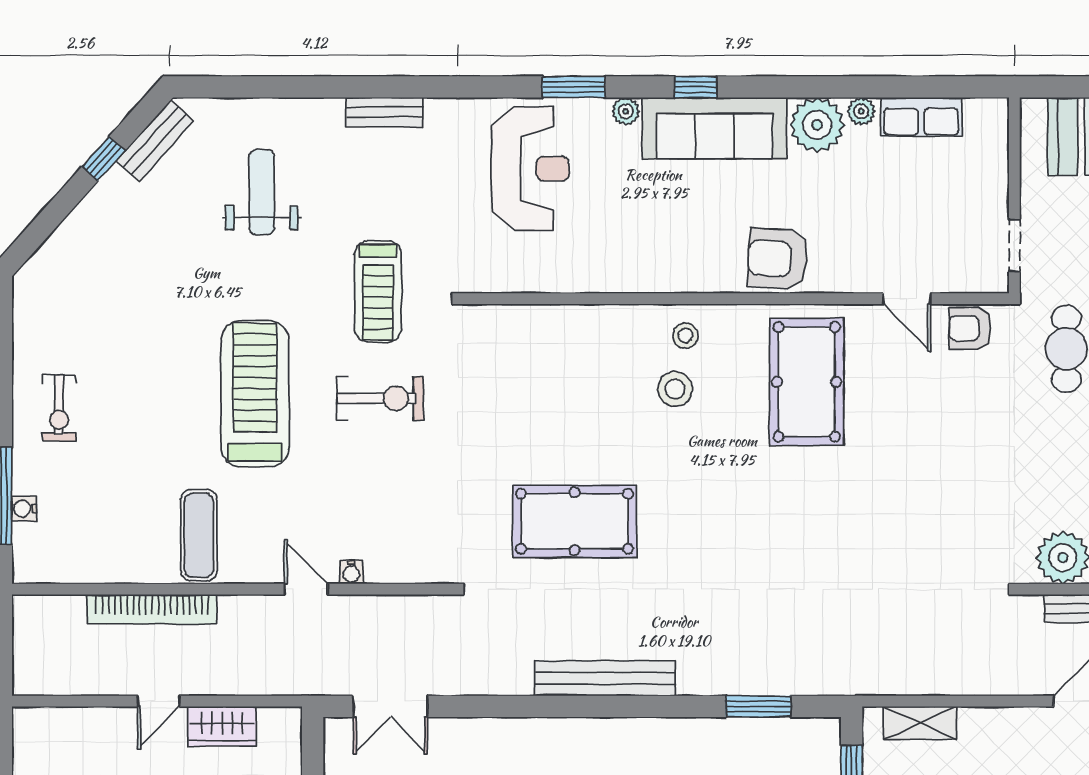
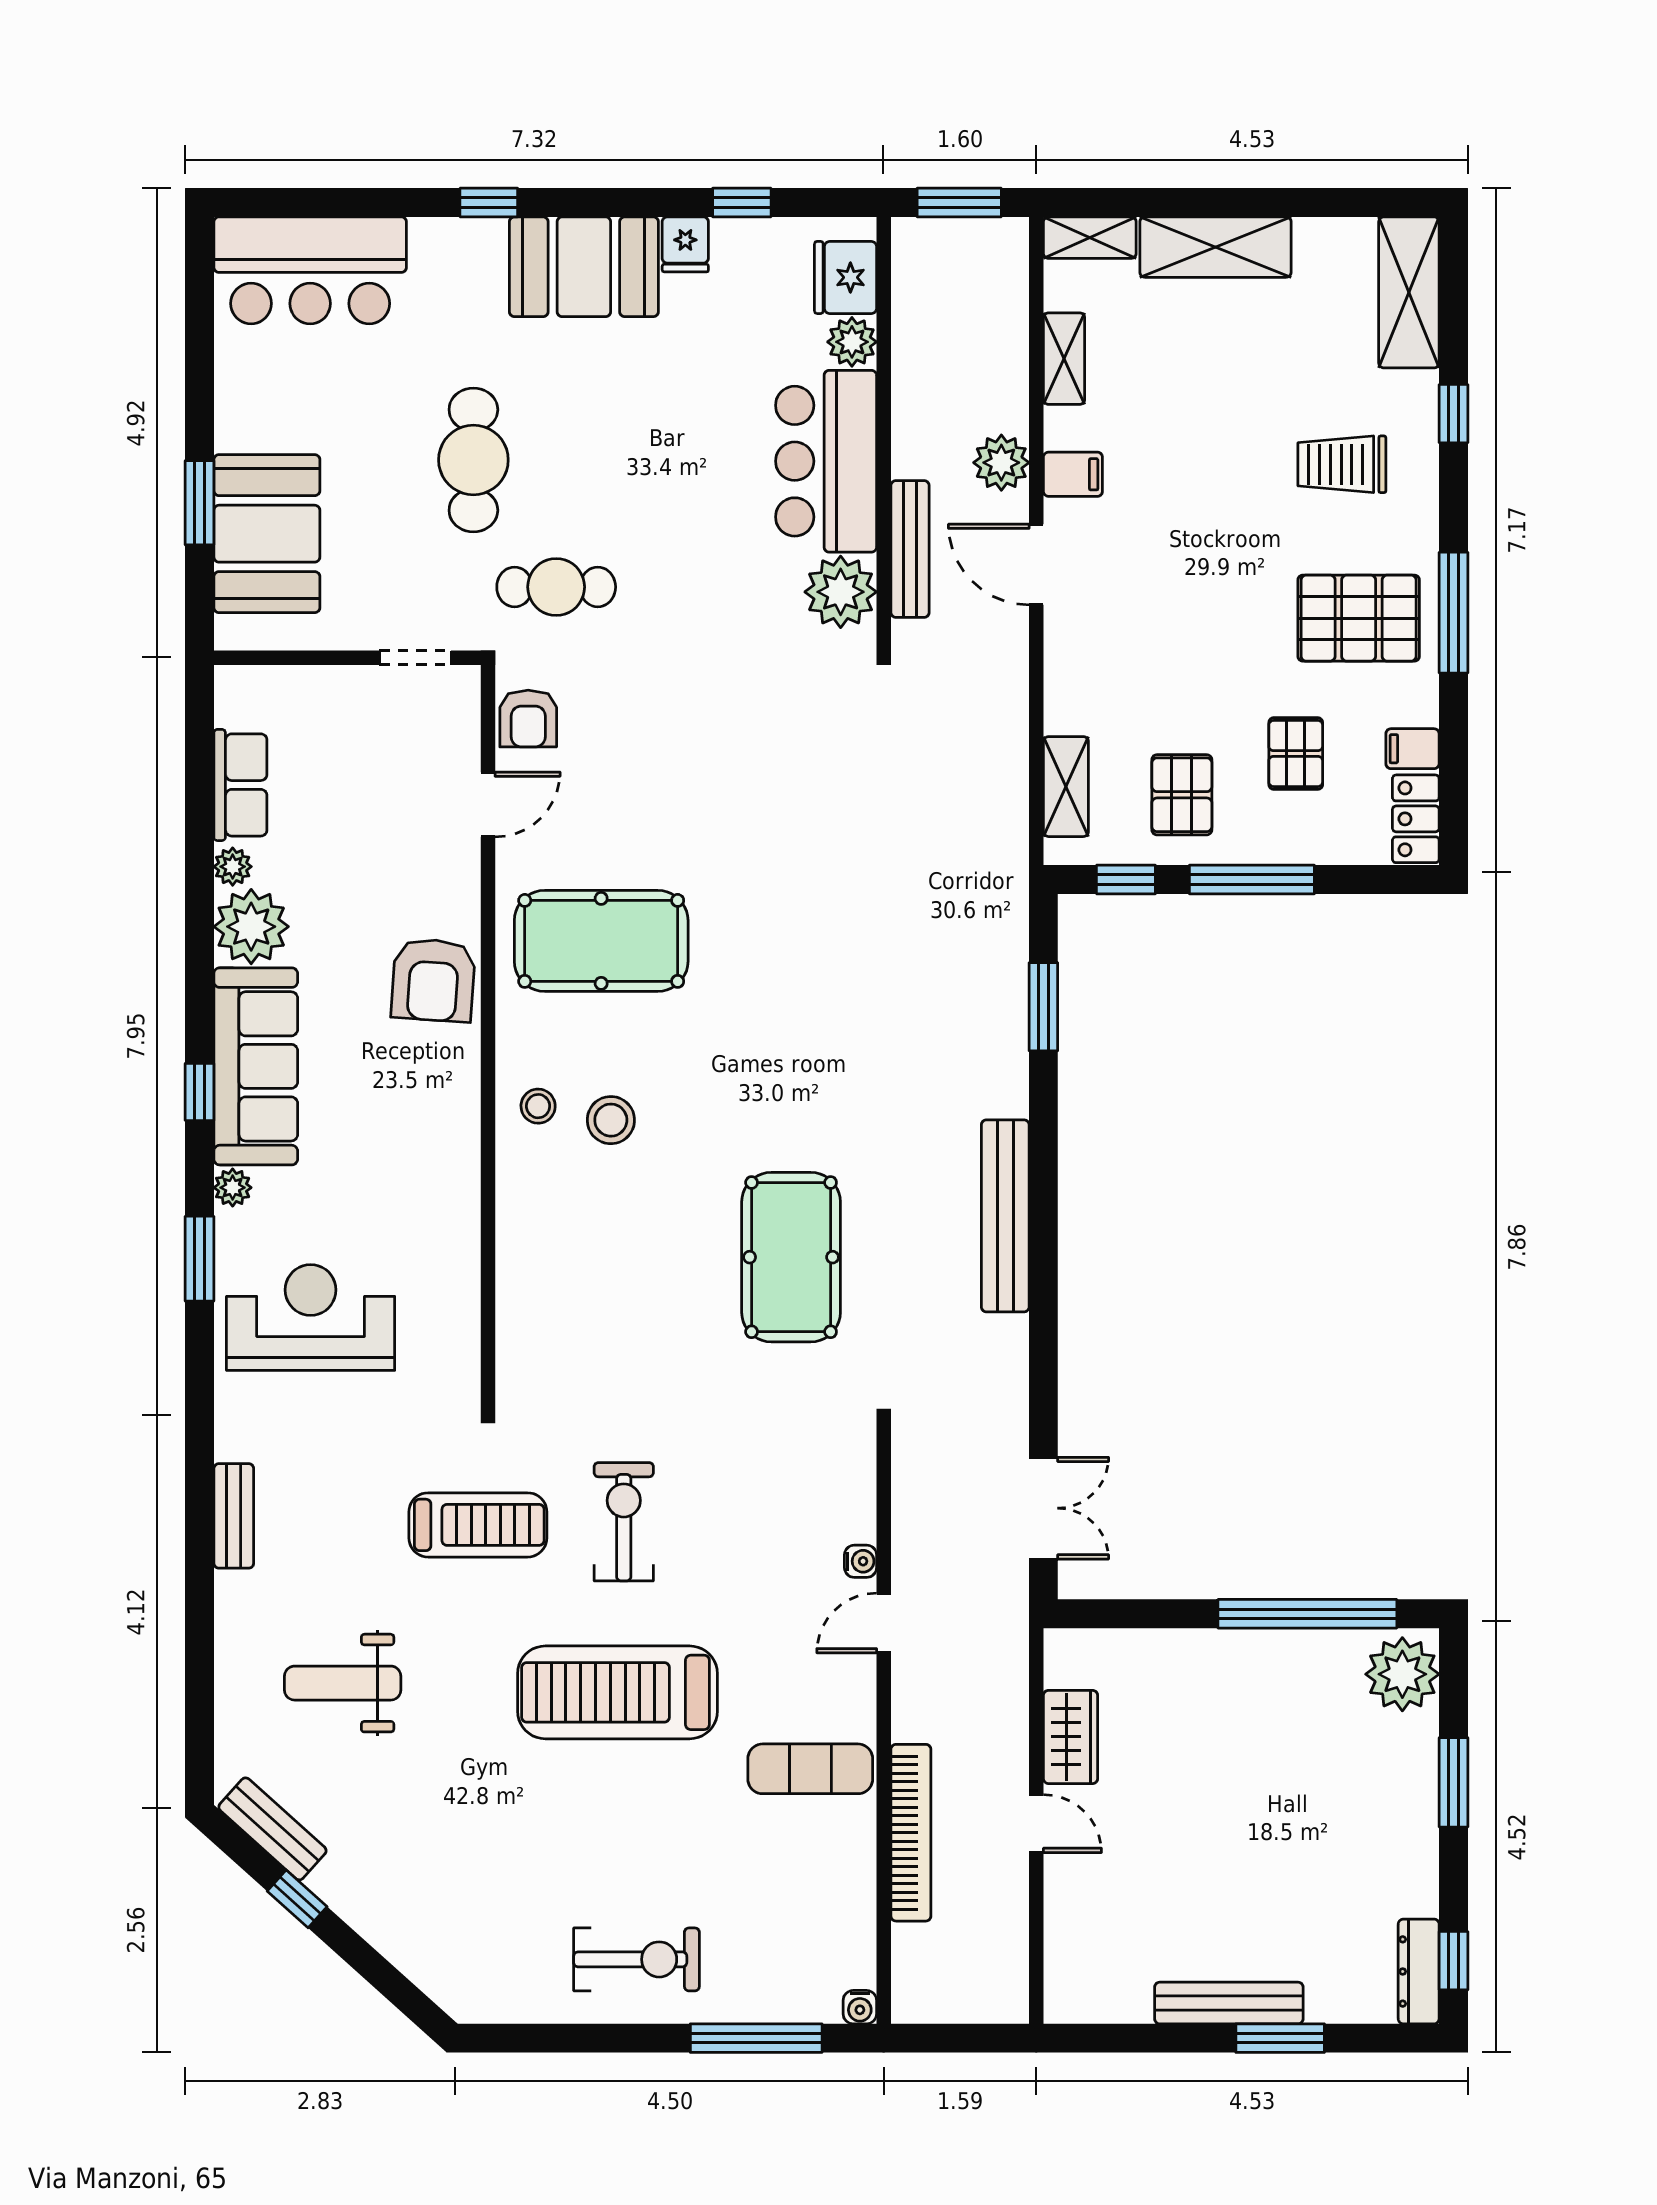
exercise bike: (59, 408) -> (637, 1959), width x1.38, depth x1.39
water cooler: (24, 509) -> (860, 2007), moved

